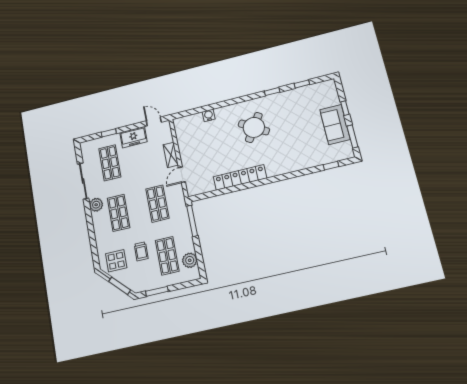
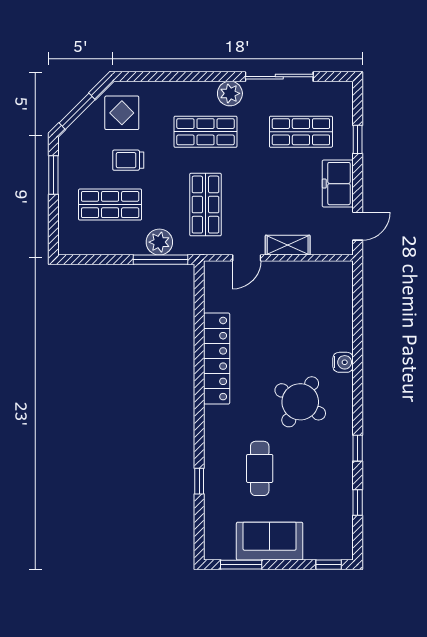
window: (345, 108) -> (329, 565), moved
water cooler: (209, 115) -> (343, 362), moved
cafe table: (296, 140) -> (260, 468), added
window: (331, 166) -> (199, 481), moved
door: (182, 175) -> (247, 258), swing flipped
shop shelf: (157, 204) -> (205, 205), turned 90
plant: (190, 260) -> (159, 242), moved

